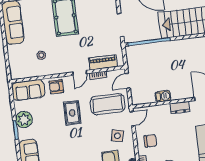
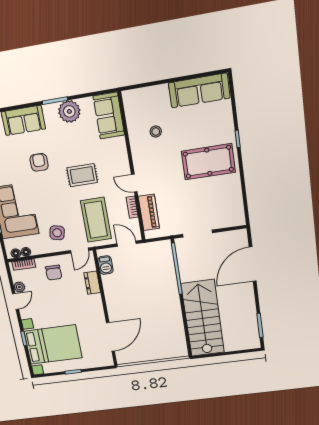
armchair: (56, 87) -> (39, 162), moved
barbecue: (163, 96) -> (105, 265), moved
dresser: (180, 107) -> (92, 283), moved
door: (132, 119) -> (80, 250), hinge flipped

